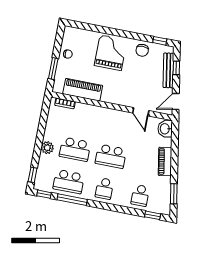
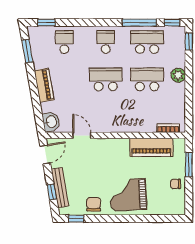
grand piano: (111, 53) -> (128, 195), turned 87

